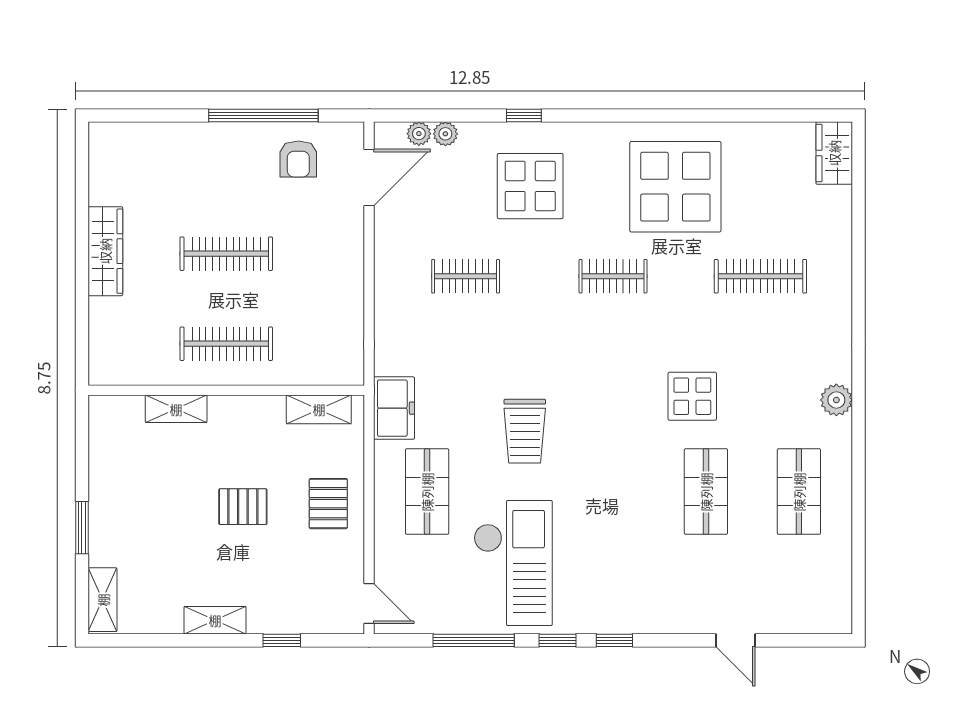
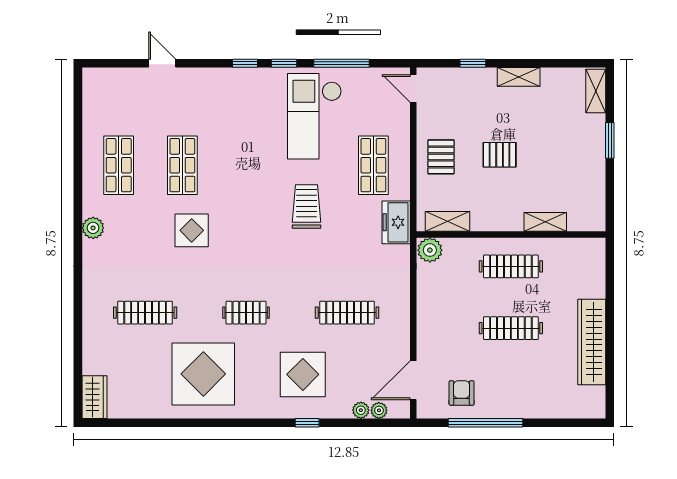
wardrobe: (105, 251) -> (592, 342), width x1.40, depth x1.17
clothes rail: (466, 276) -> (347, 313), width x1.36
plant: (345, 368) -> (430, 250), added

